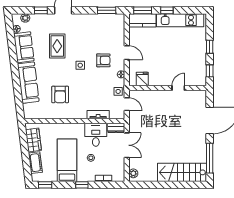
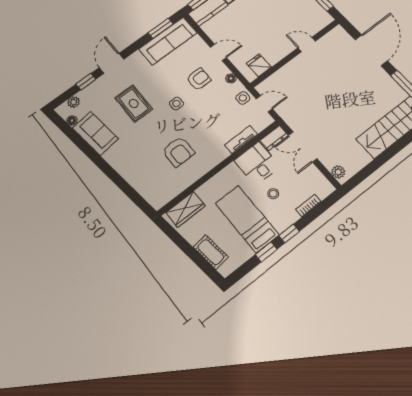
sofa: (28, 83) -> (168, 41), moved, turned 97
door: (178, 88) -> (307, 44), hinge flipped
wardrobe: (33, 140) -> (186, 209), moved, turned 97
double door: (127, 145) -> (303, 147), swing flipped
window: (45, 185) -> (266, 252), moved

